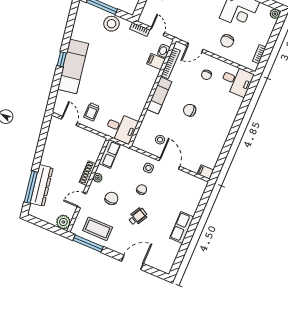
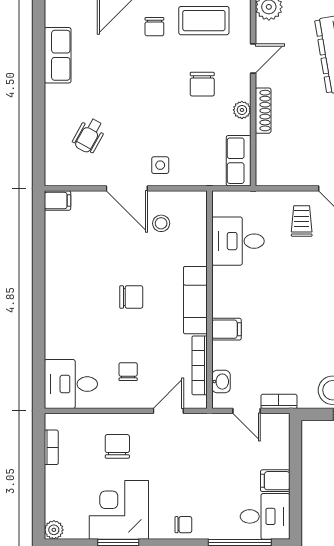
filing cabinet: (156, 61) -> (226, 329), moved
desk: (121, 128) -> (238, 241), moved
chair: (142, 190) -> (154, 27), moved
wheelchair: (138, 217) -> (89, 135), moved
row of seats: (182, 227) -> (58, 55), moved

